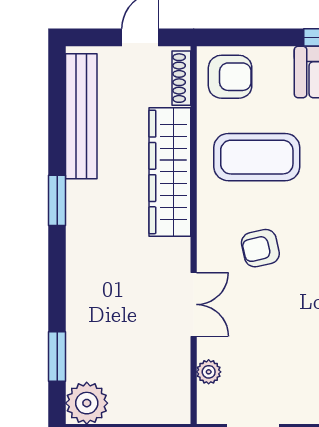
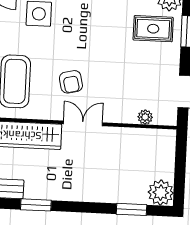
double door: (194, 304) -> (83, 123), moved

